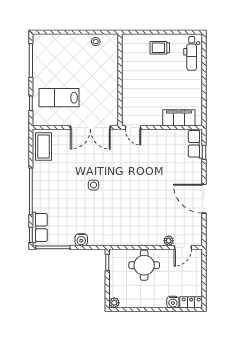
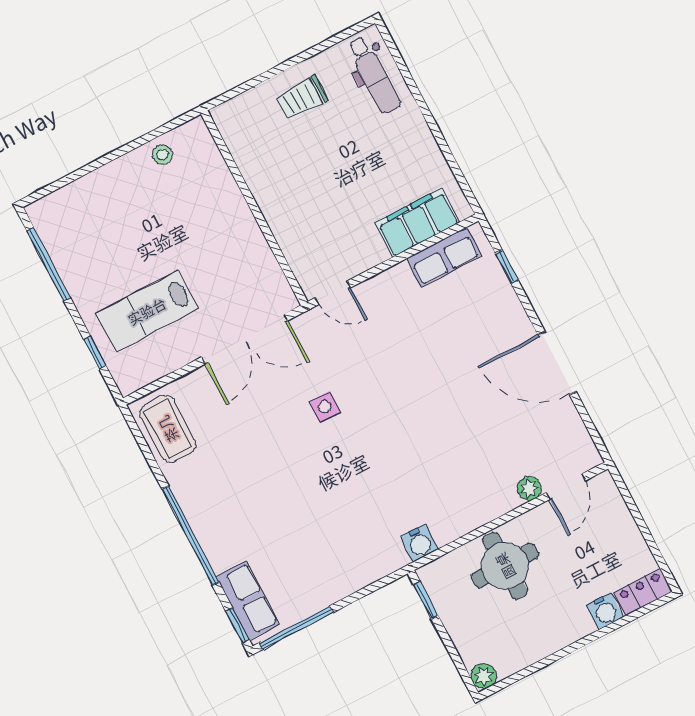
row of seats: (195, 144) -> (444, 257), moved, turned -90
side table: (93, 185) -> (325, 407), moved
water cooler: (81, 240) -> (419, 543), moved

